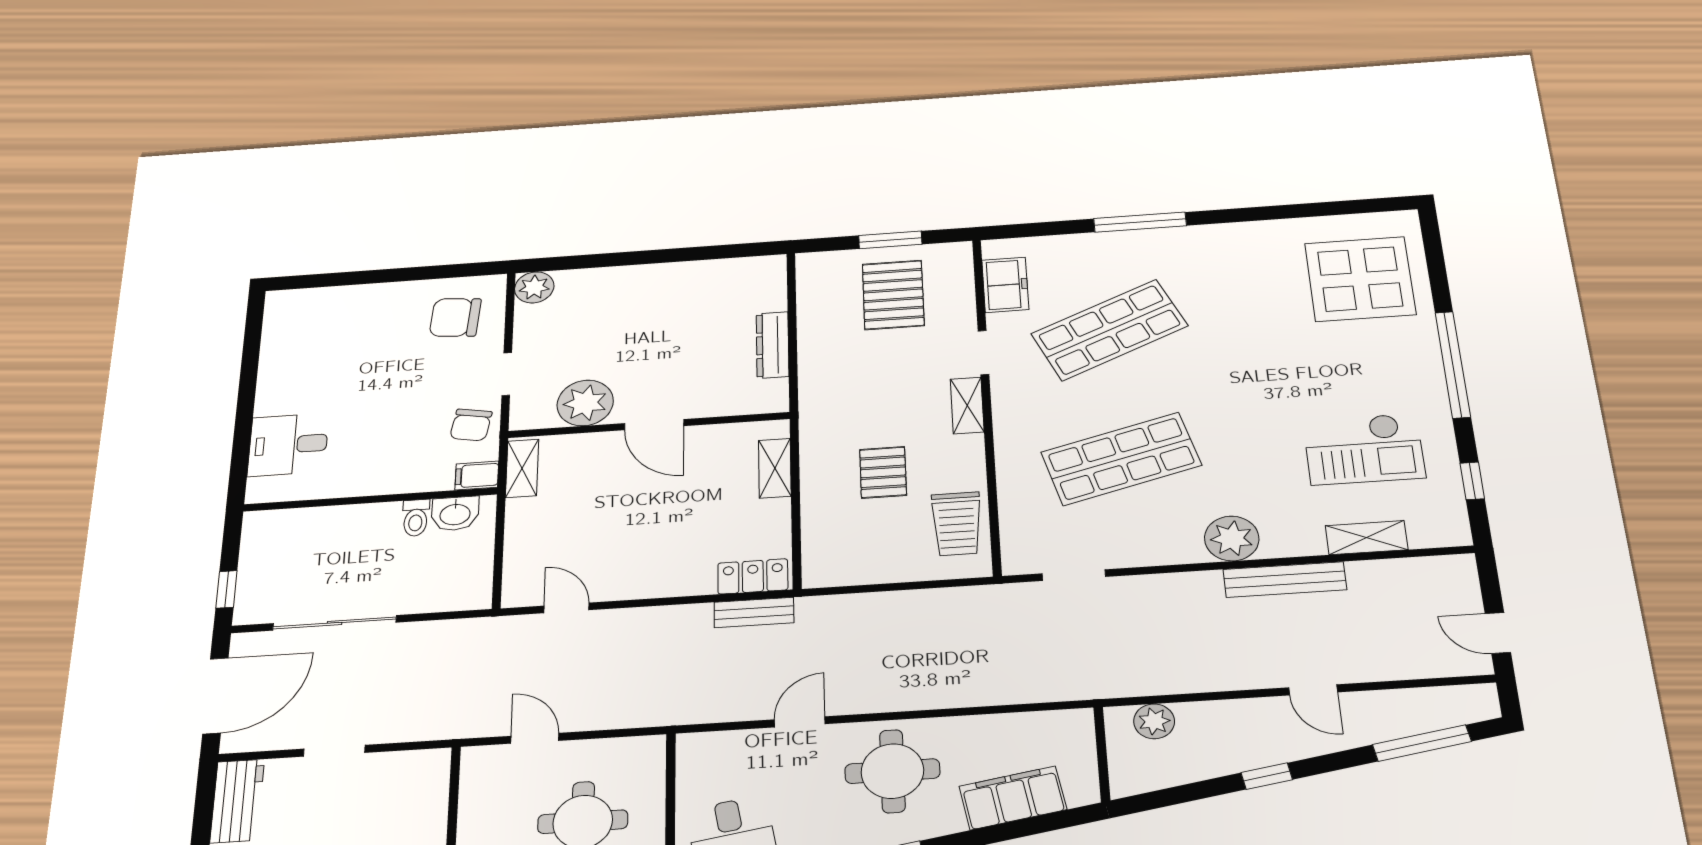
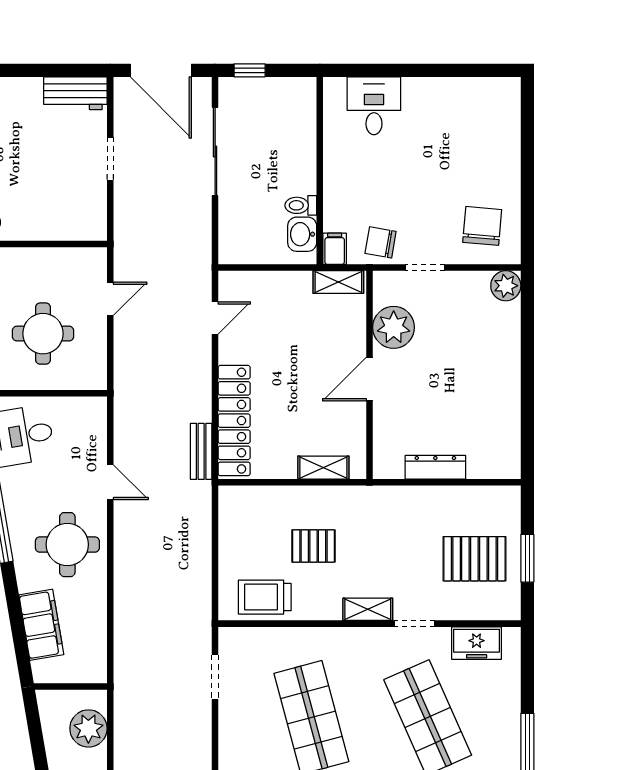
locker: (753, 576) -> (234, 421), width x2.16, depth x1.21
plant: (1154, 721) -> (88, 728), width x1.36, depth x1.36

